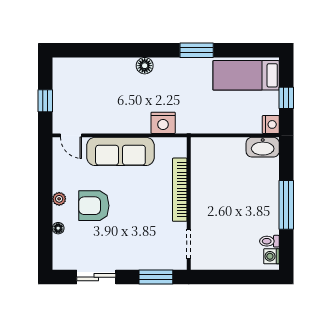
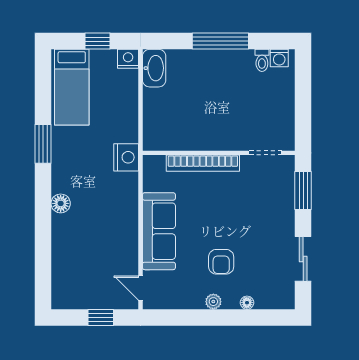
nightstand: (163, 123) -> (126, 157), moved
door: (71, 135) -> (141, 288), swing flipped
armchair: (94, 206) -> (221, 262), width x0.72, depth x0.72

